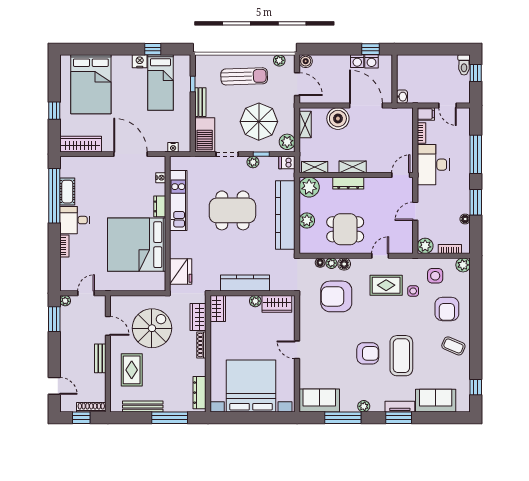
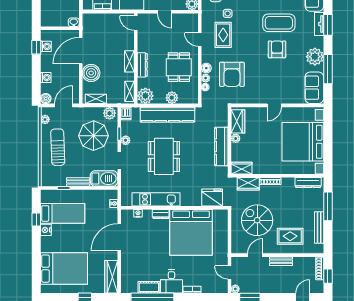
washing machine: (357, 61) -> (46, 78), moved
plant: (364, 406) -> (315, 57), width x1.88, depth x1.88

